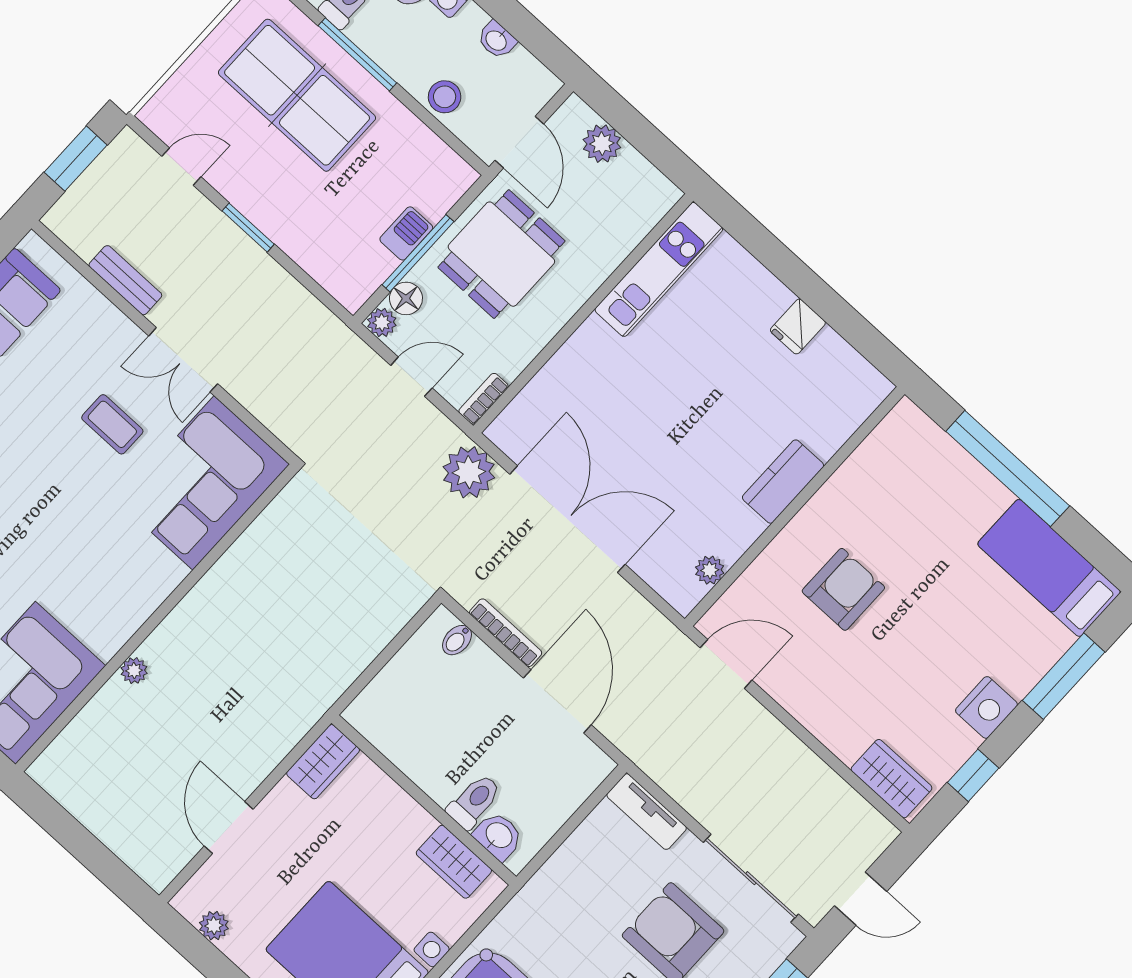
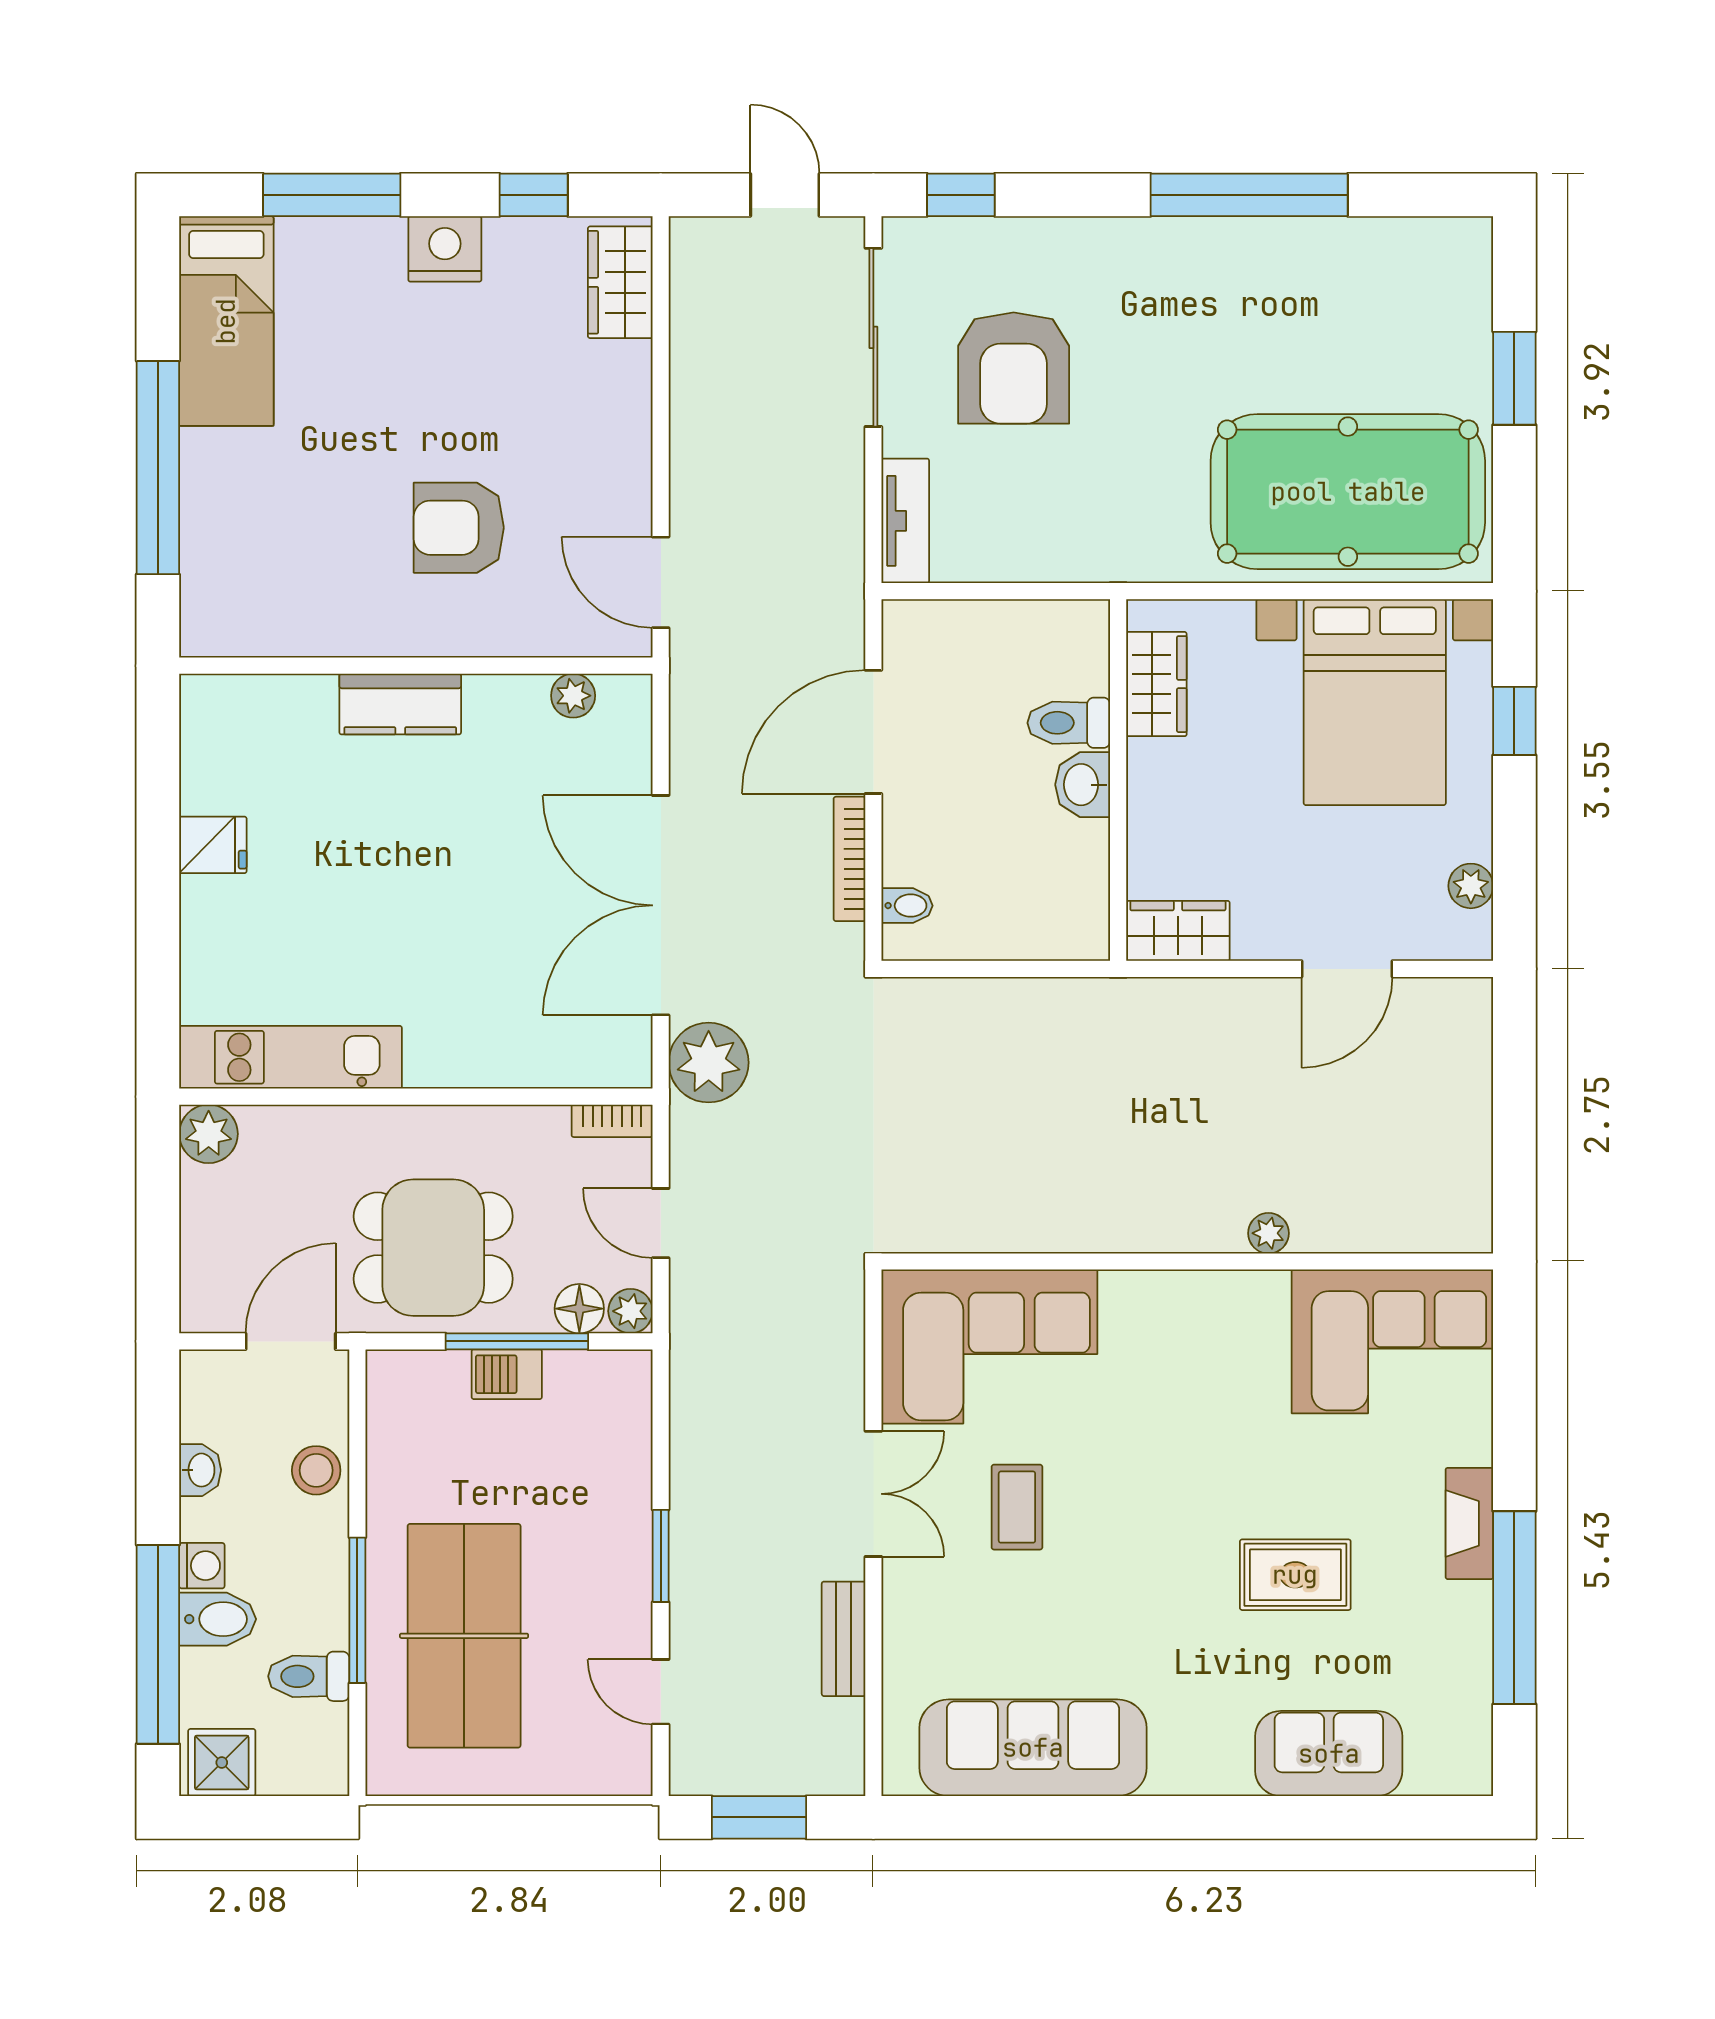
plant: (602, 144) -> (209, 1134), moved
washbasin: (498, 836) -> (1083, 785), moved

